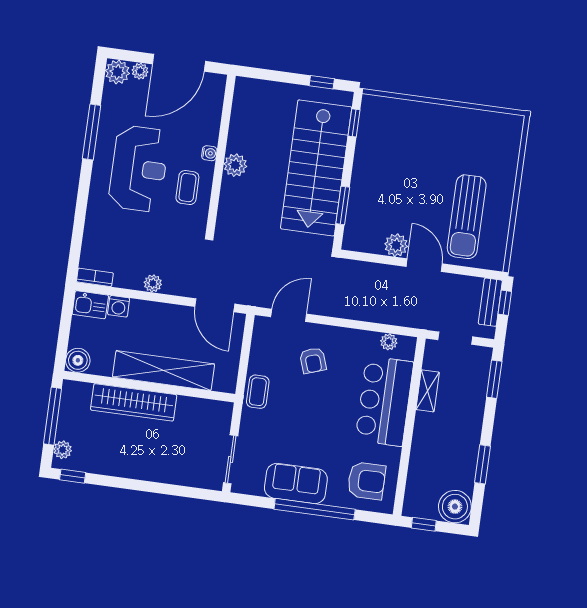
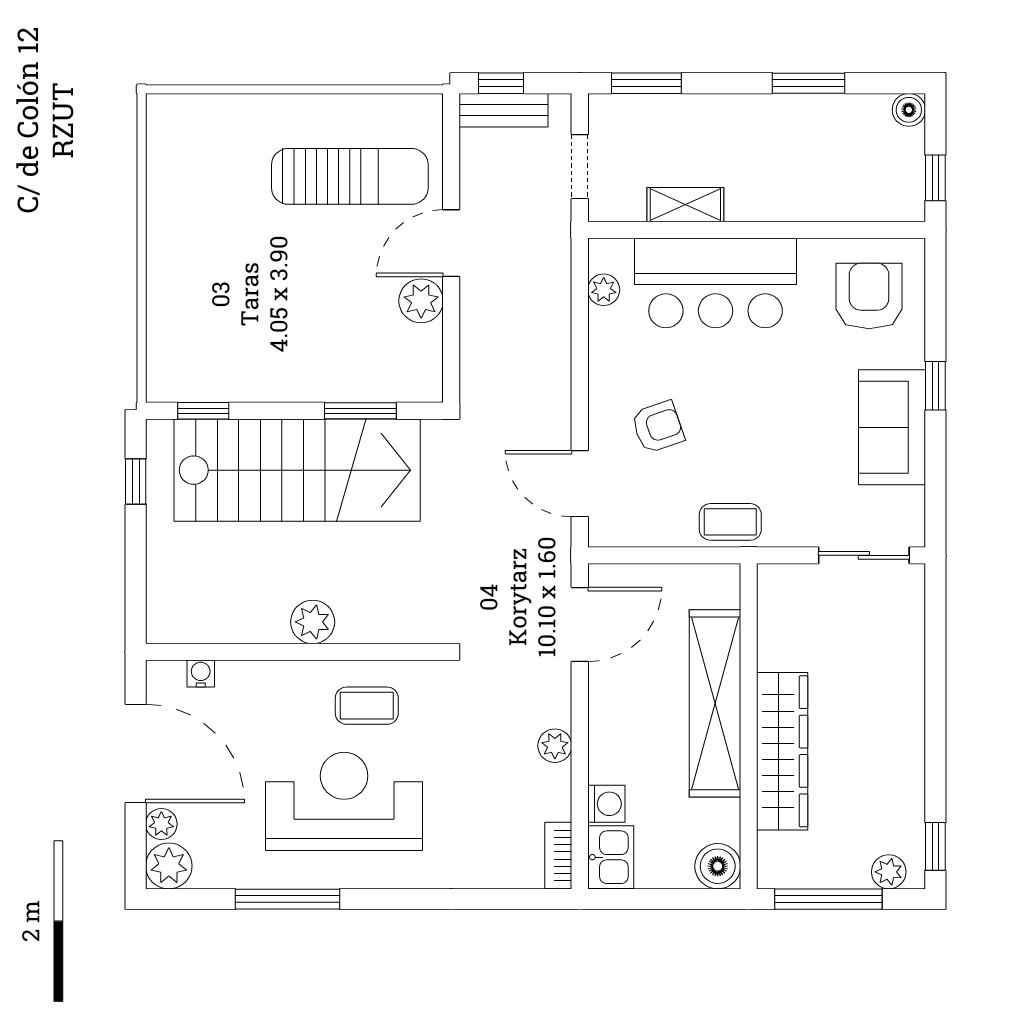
water cooler: (209, 153) -> (201, 674), moved
boiler: (455, 507) -> (909, 110), width x0.54, depth x0.54
window: (315, 509) -> (935, 386), width x0.32

